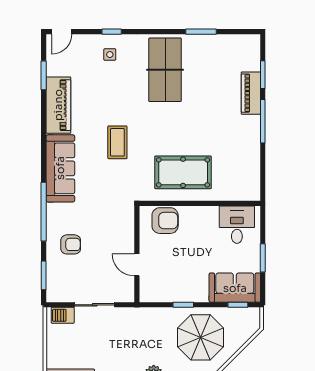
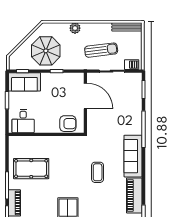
pool table: (183, 172) -> (31, 169), moved
armchair: (165, 221) -> (68, 124), turned 180
armchair: (71, 244) -> (127, 109), removed
door: (137, 265) -> (85, 96), width x1.88
sun lounger: (112, 339) -> (101, 50), added

